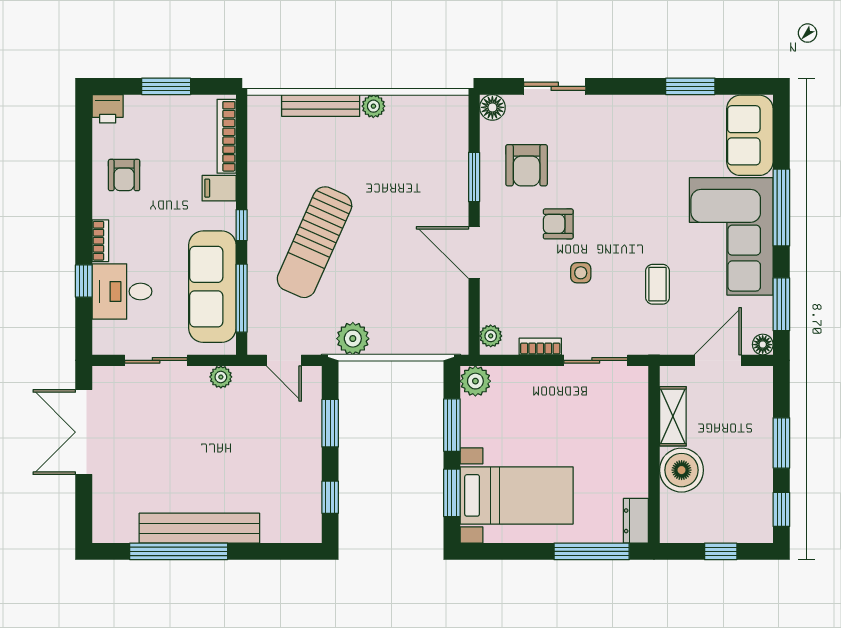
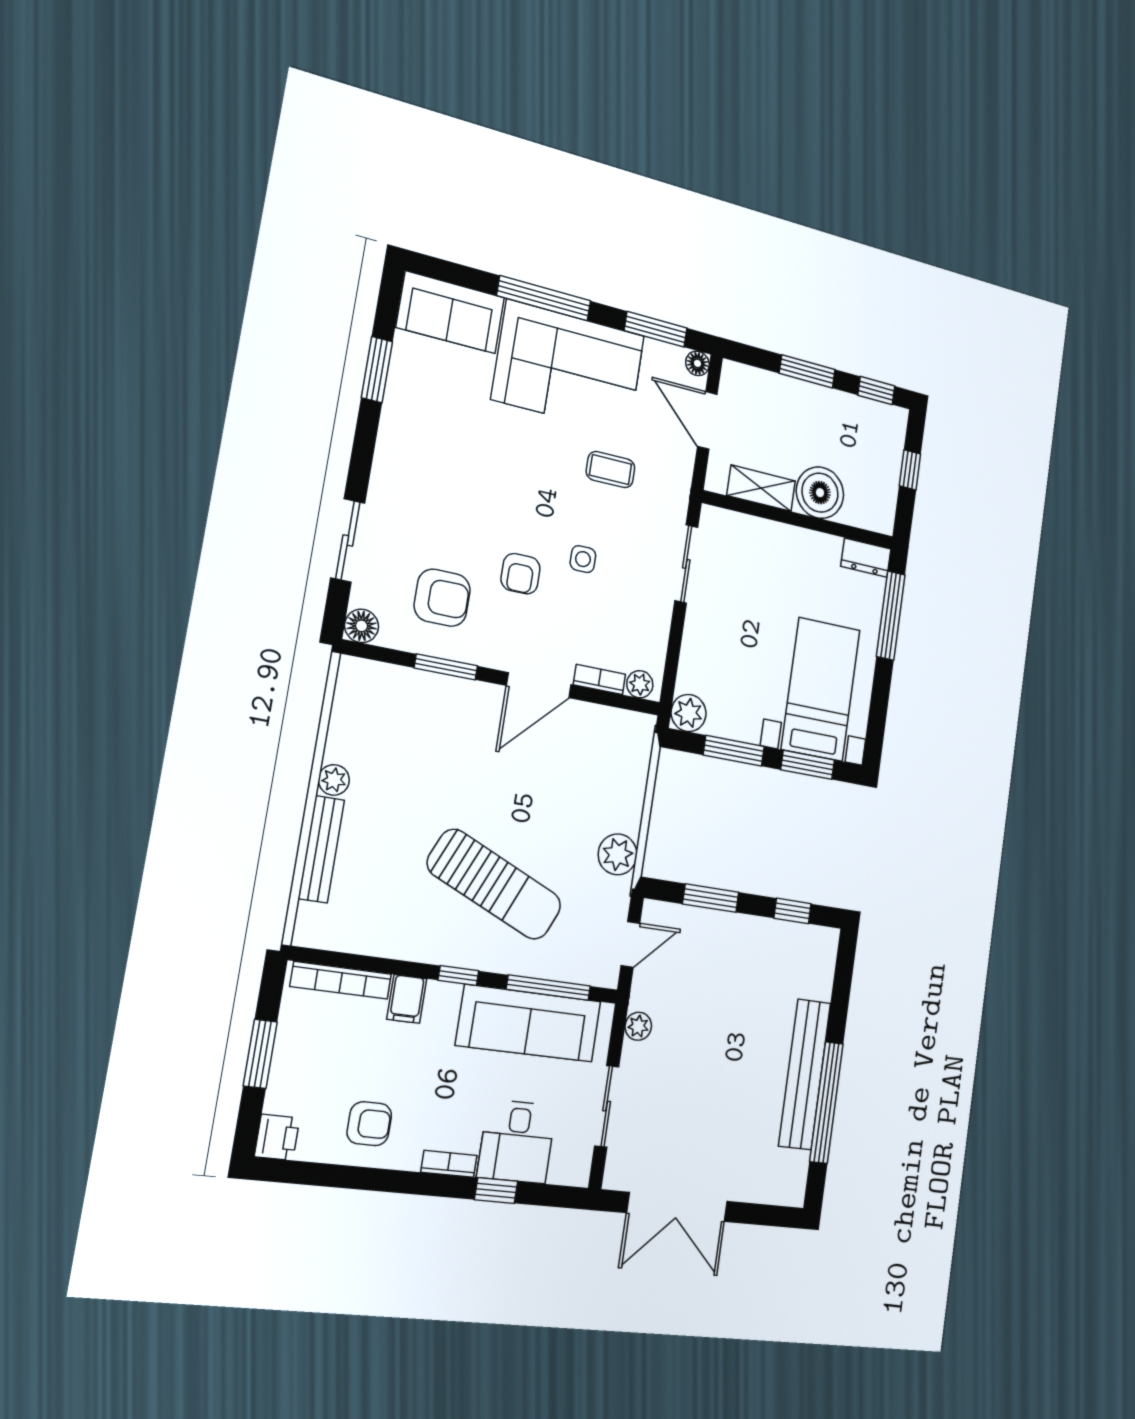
bookcase: (540, 346) -> (599, 679), moved, turned 90

